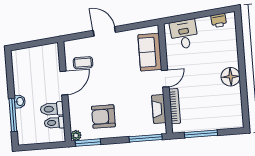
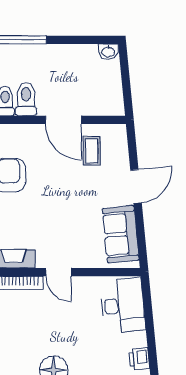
desk: (184, 34) -> (123, 305), width x1.37
sofa: (150, 52) -> (121, 234), moved, turned -96
washbasin: (20, 101) -> (108, 52), moved

